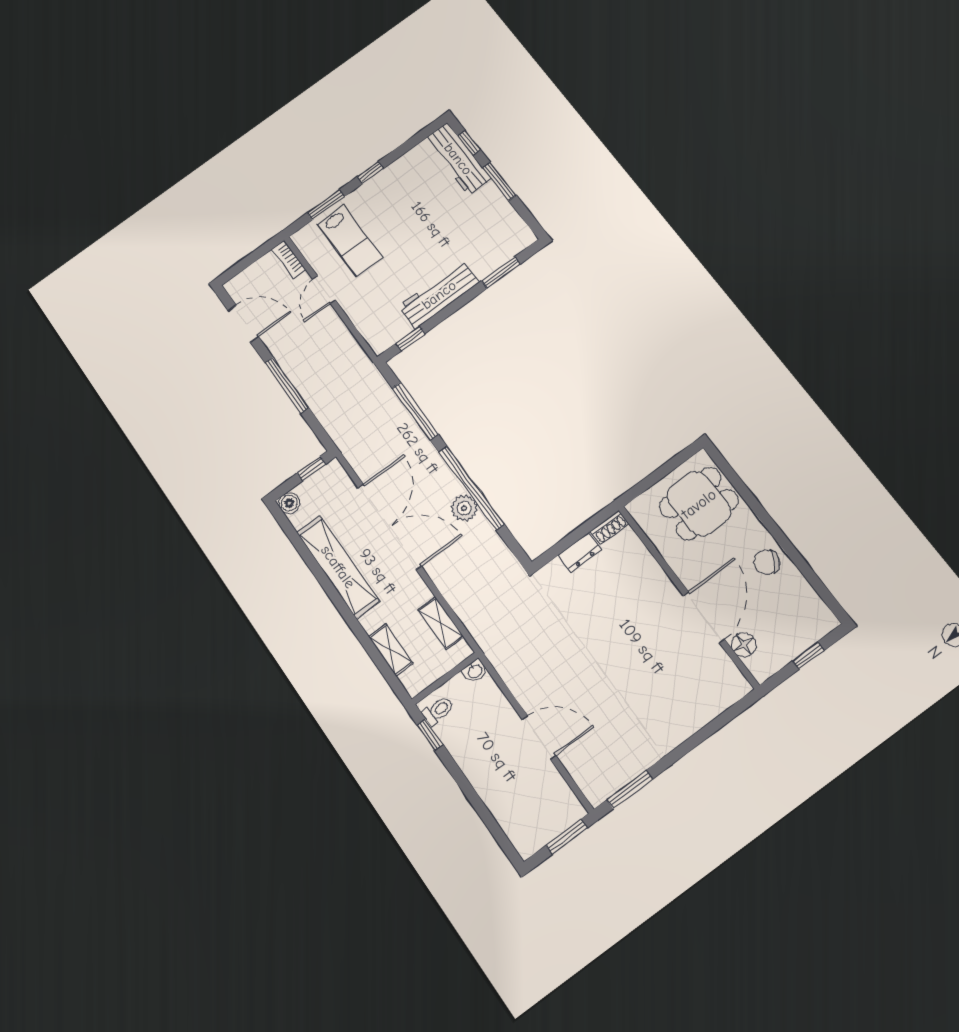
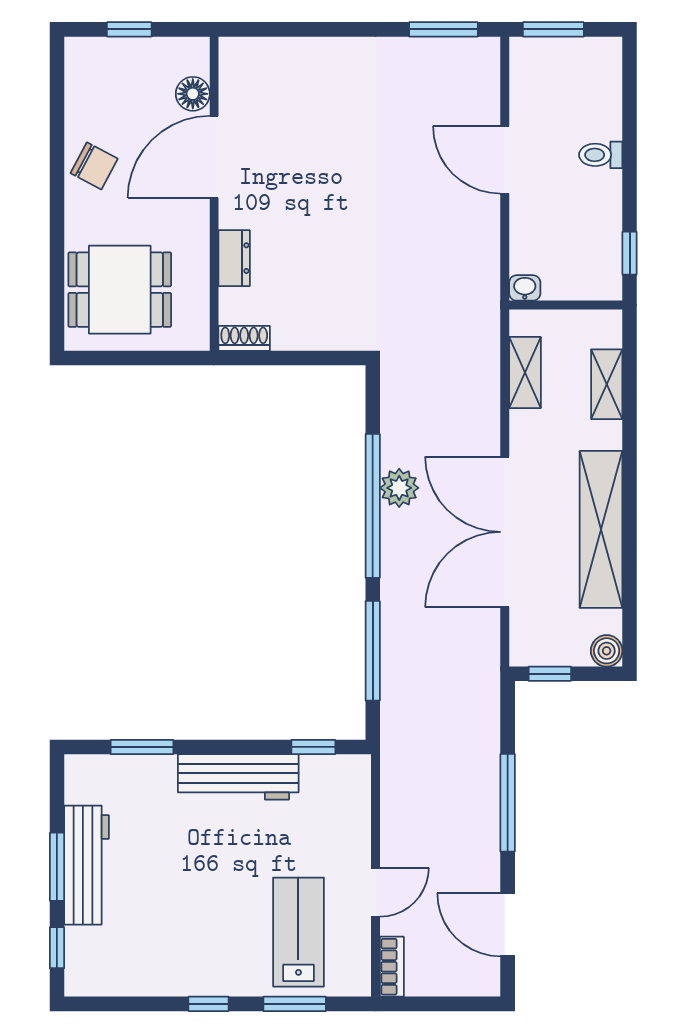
workbench: (458, 159) -> (86, 865), moved
dresser: (580, 552) -> (234, 258), moved, turned 90
toilet: (438, 711) -> (601, 155), moved

